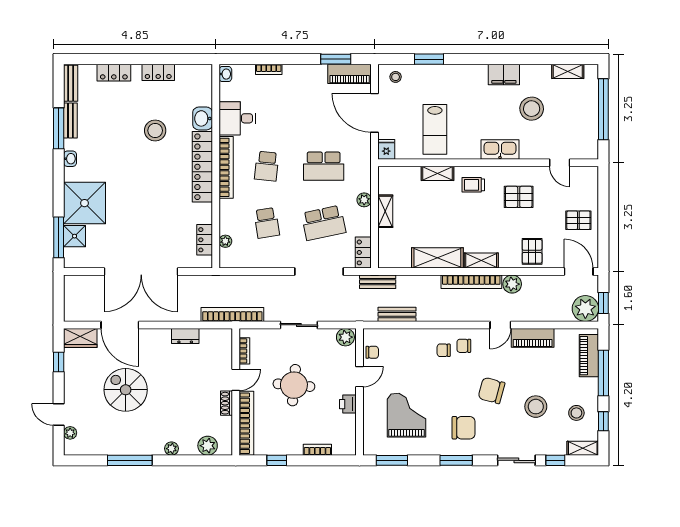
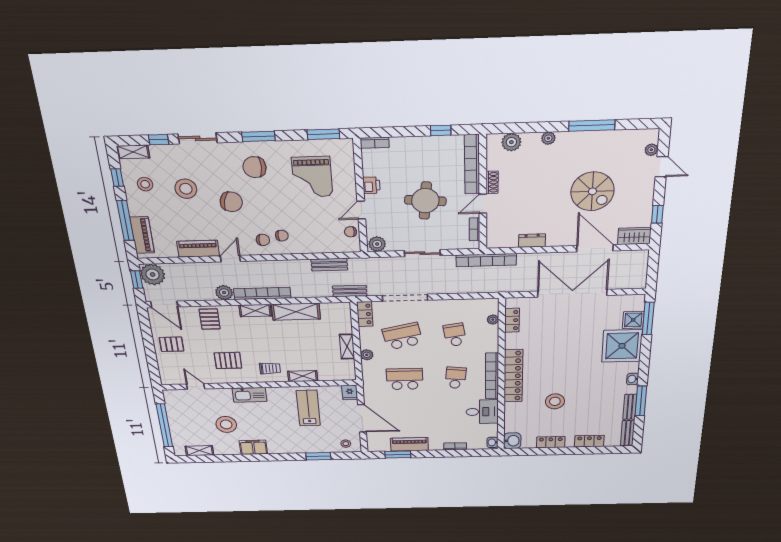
piano: (350, 74) -> (409, 444), moved
washbasin: (203, 118) -> (512, 441), moved
bookcase: (317, 450) -> (375, 143), moved

